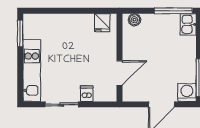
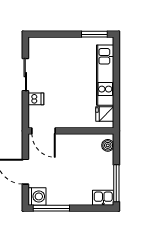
kitchen unit: (32, 70) -> (105, 75), moved, turned 90
door: (119, 73) -> (44, 131), moved

